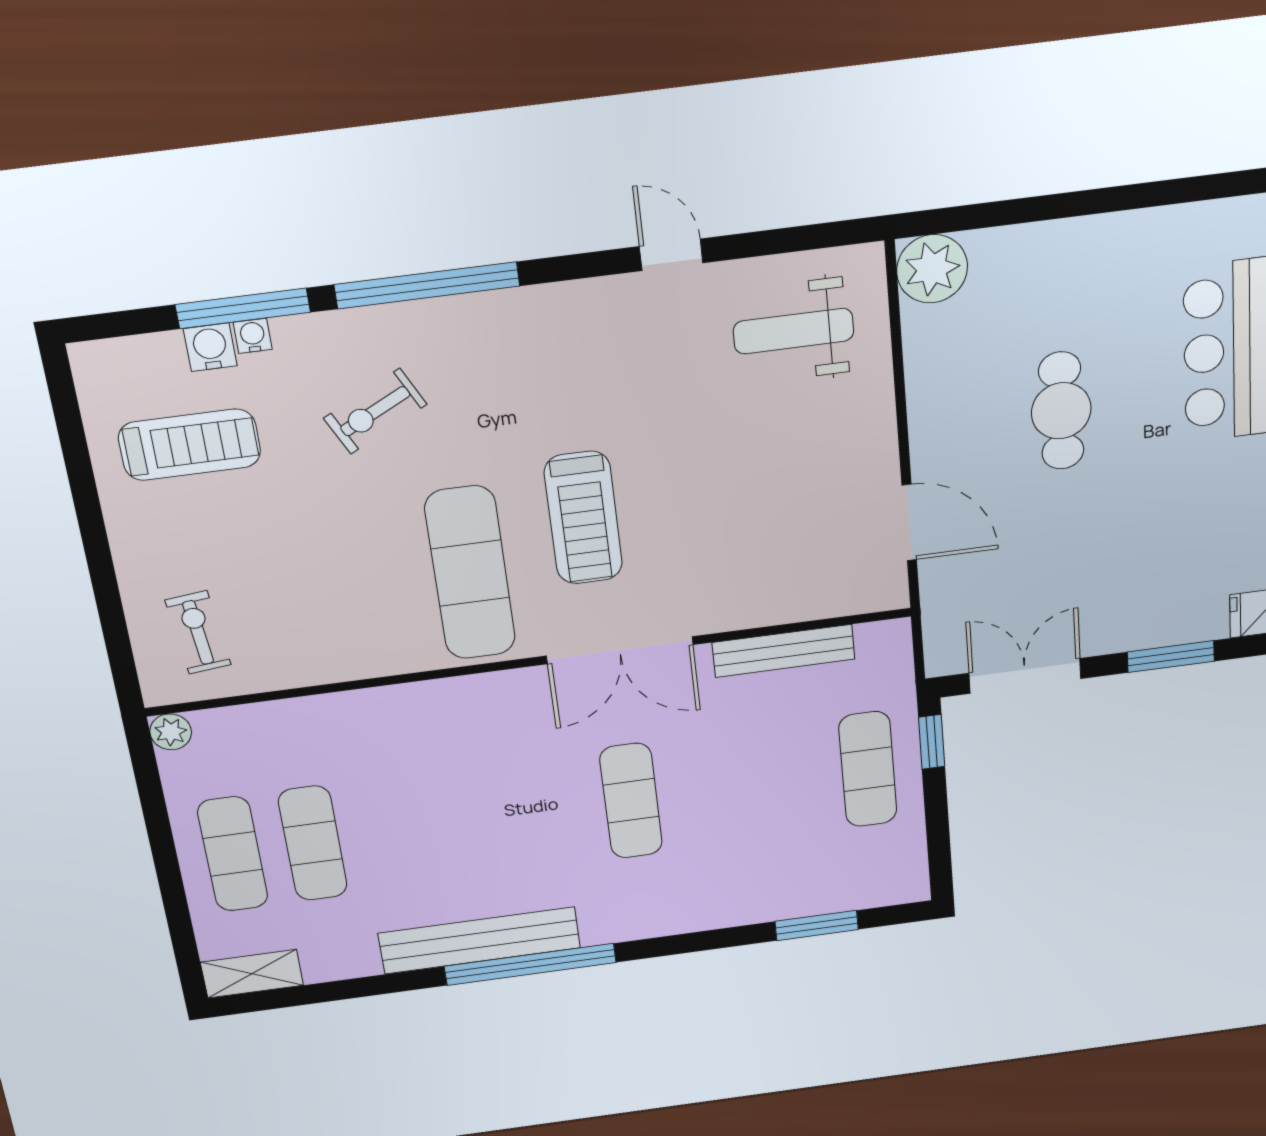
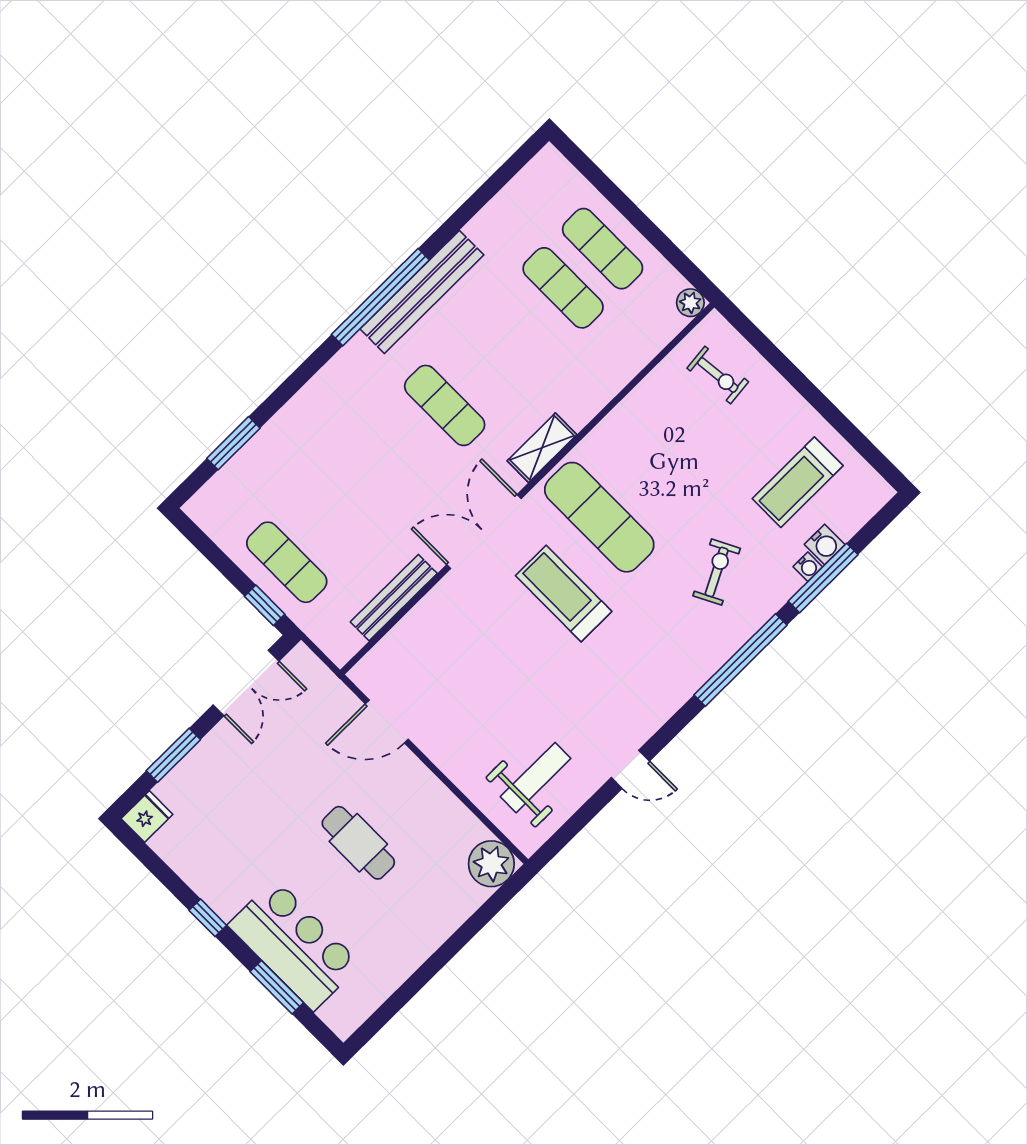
exercise mat: (631, 801) -> (445, 405), moved
shelving: (252, 974) -> (542, 448), moved

